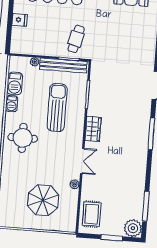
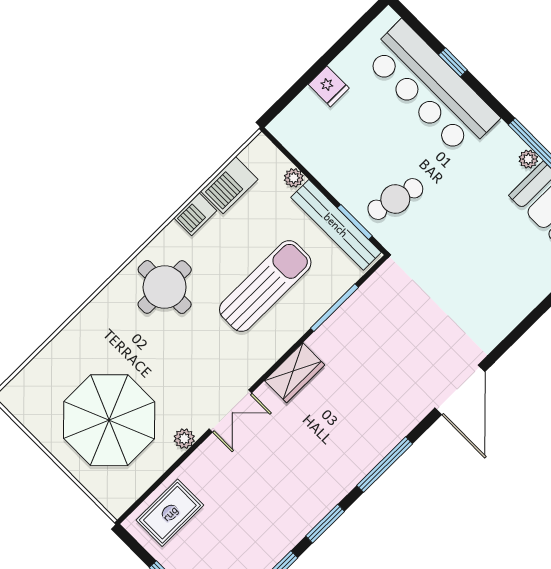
window: (148, 172) -> (325, 524), added
parasol: (43, 200) -> (109, 420), width x1.36, depth x1.36

